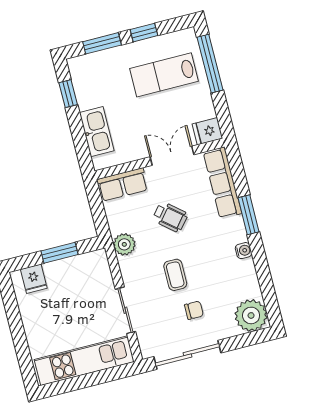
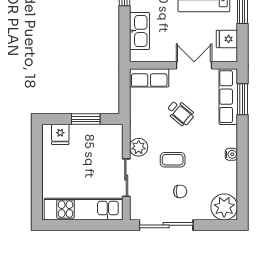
fridge: (207, 131) -> (227, 39), moved
window: (248, 215) -> (242, 99), moved
plant: (124, 244) -> (139, 147), moved
coffee table: (175, 275) -> (173, 160), turned 90

